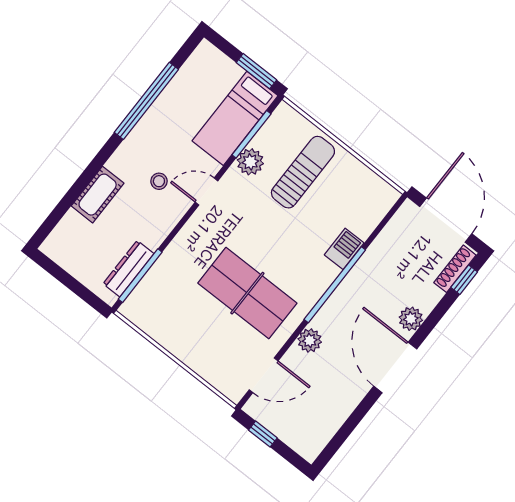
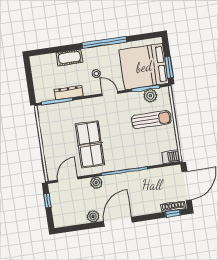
window: (146, 101) -> (104, 42), moved
bed: (235, 118) -> (144, 67), width x2.04
plant: (250, 162) -> (150, 96), moved
barbecue: (344, 249) -> (171, 157), moved
dresser: (128, 269) -> (69, 93), moved
plant: (411, 319) -> (93, 216), moved
door: (264, 375) -> (68, 180), swing flipped

